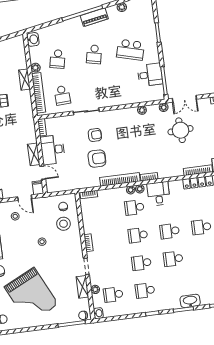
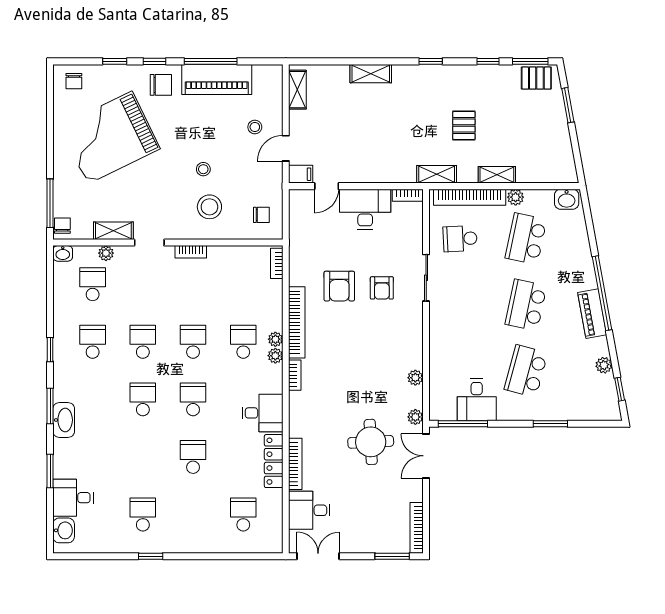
school desk: (94, 54) -> (526, 305), width x1.85
school desk: (58, 59) -> (526, 239), width x1.85
shelving: (34, 154) -> (437, 174), moved
desk: (159, 194) -> (262, 413), moved
stool: (64, 224) -> (209, 207), moved

